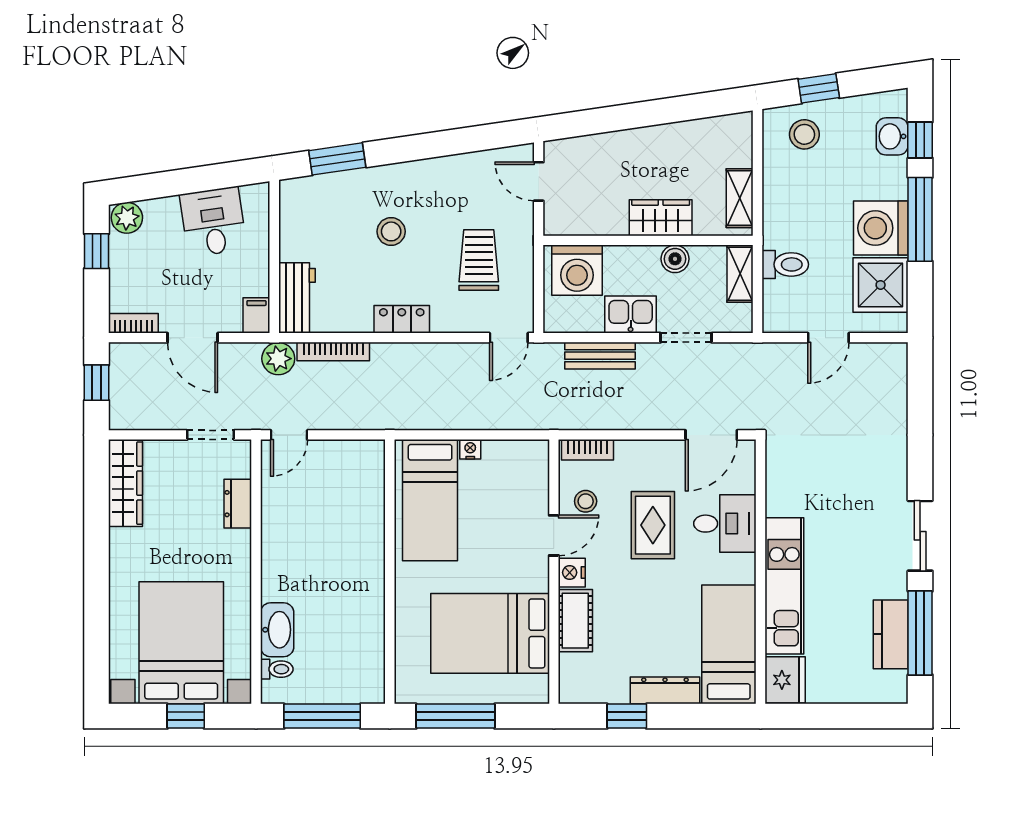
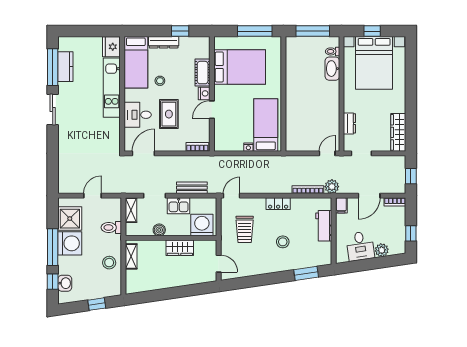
stool: (804, 134) -> (109, 263), moved
plant: (127, 218) -> (382, 250), moved
wardrobe: (661, 218) -> (180, 248), moved
shelving: (740, 274) -> (131, 210), moved
workbench: (297, 298) -> (324, 226), moved
door: (193, 338) -> (369, 196), swing flipped
stool: (586, 501) -> (160, 81), moved

